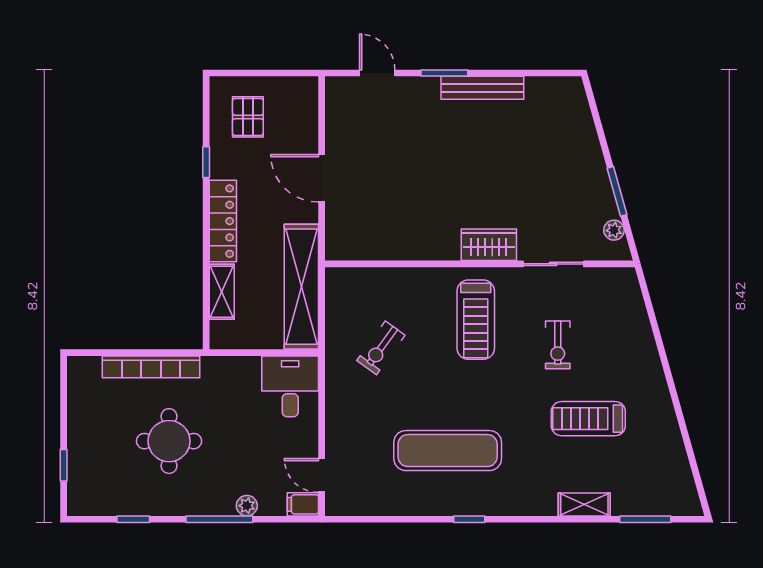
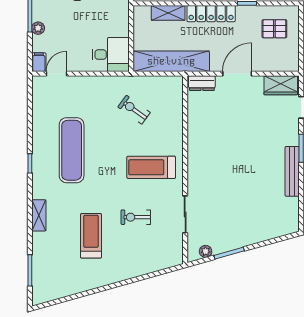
dresser: (337, 236) -> (202, 83), added
wardrobe: (489, 245) -> (281, 85), moved, turned 90
shelving: (584, 504) -> (39, 215), moved

